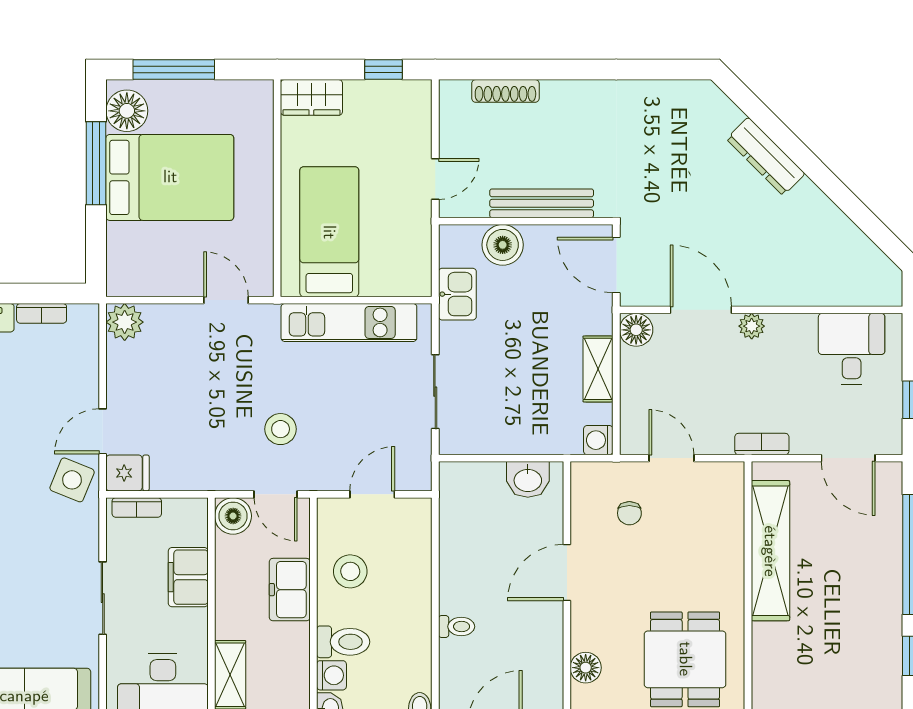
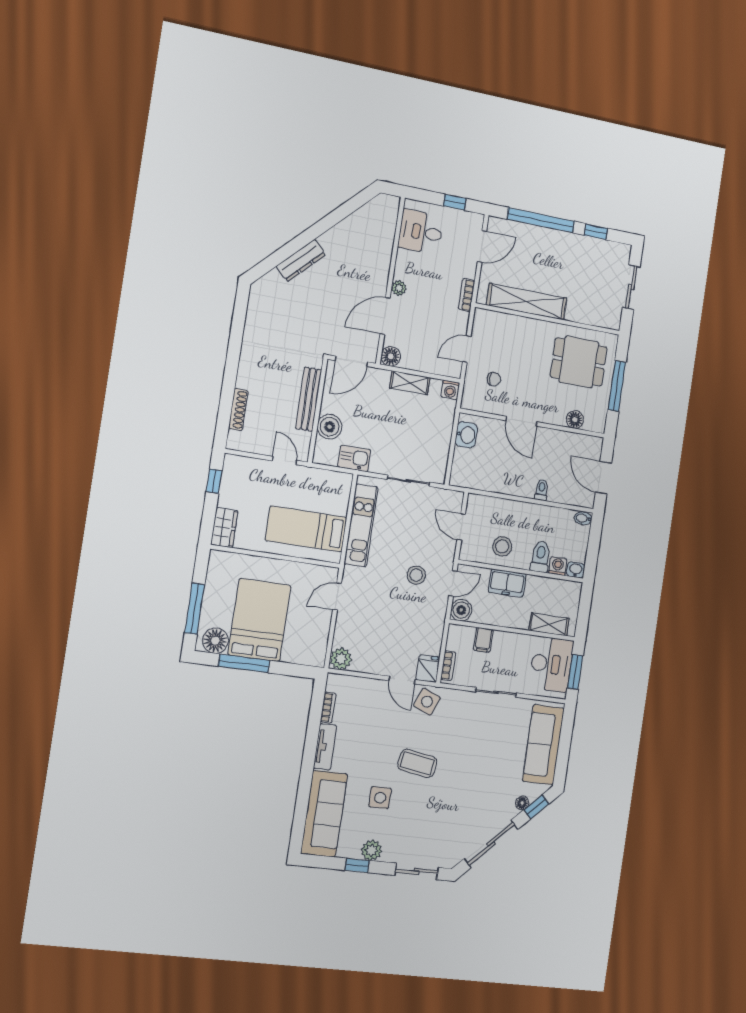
filing cabinet: (188, 577) -> (483, 640), width x0.50

